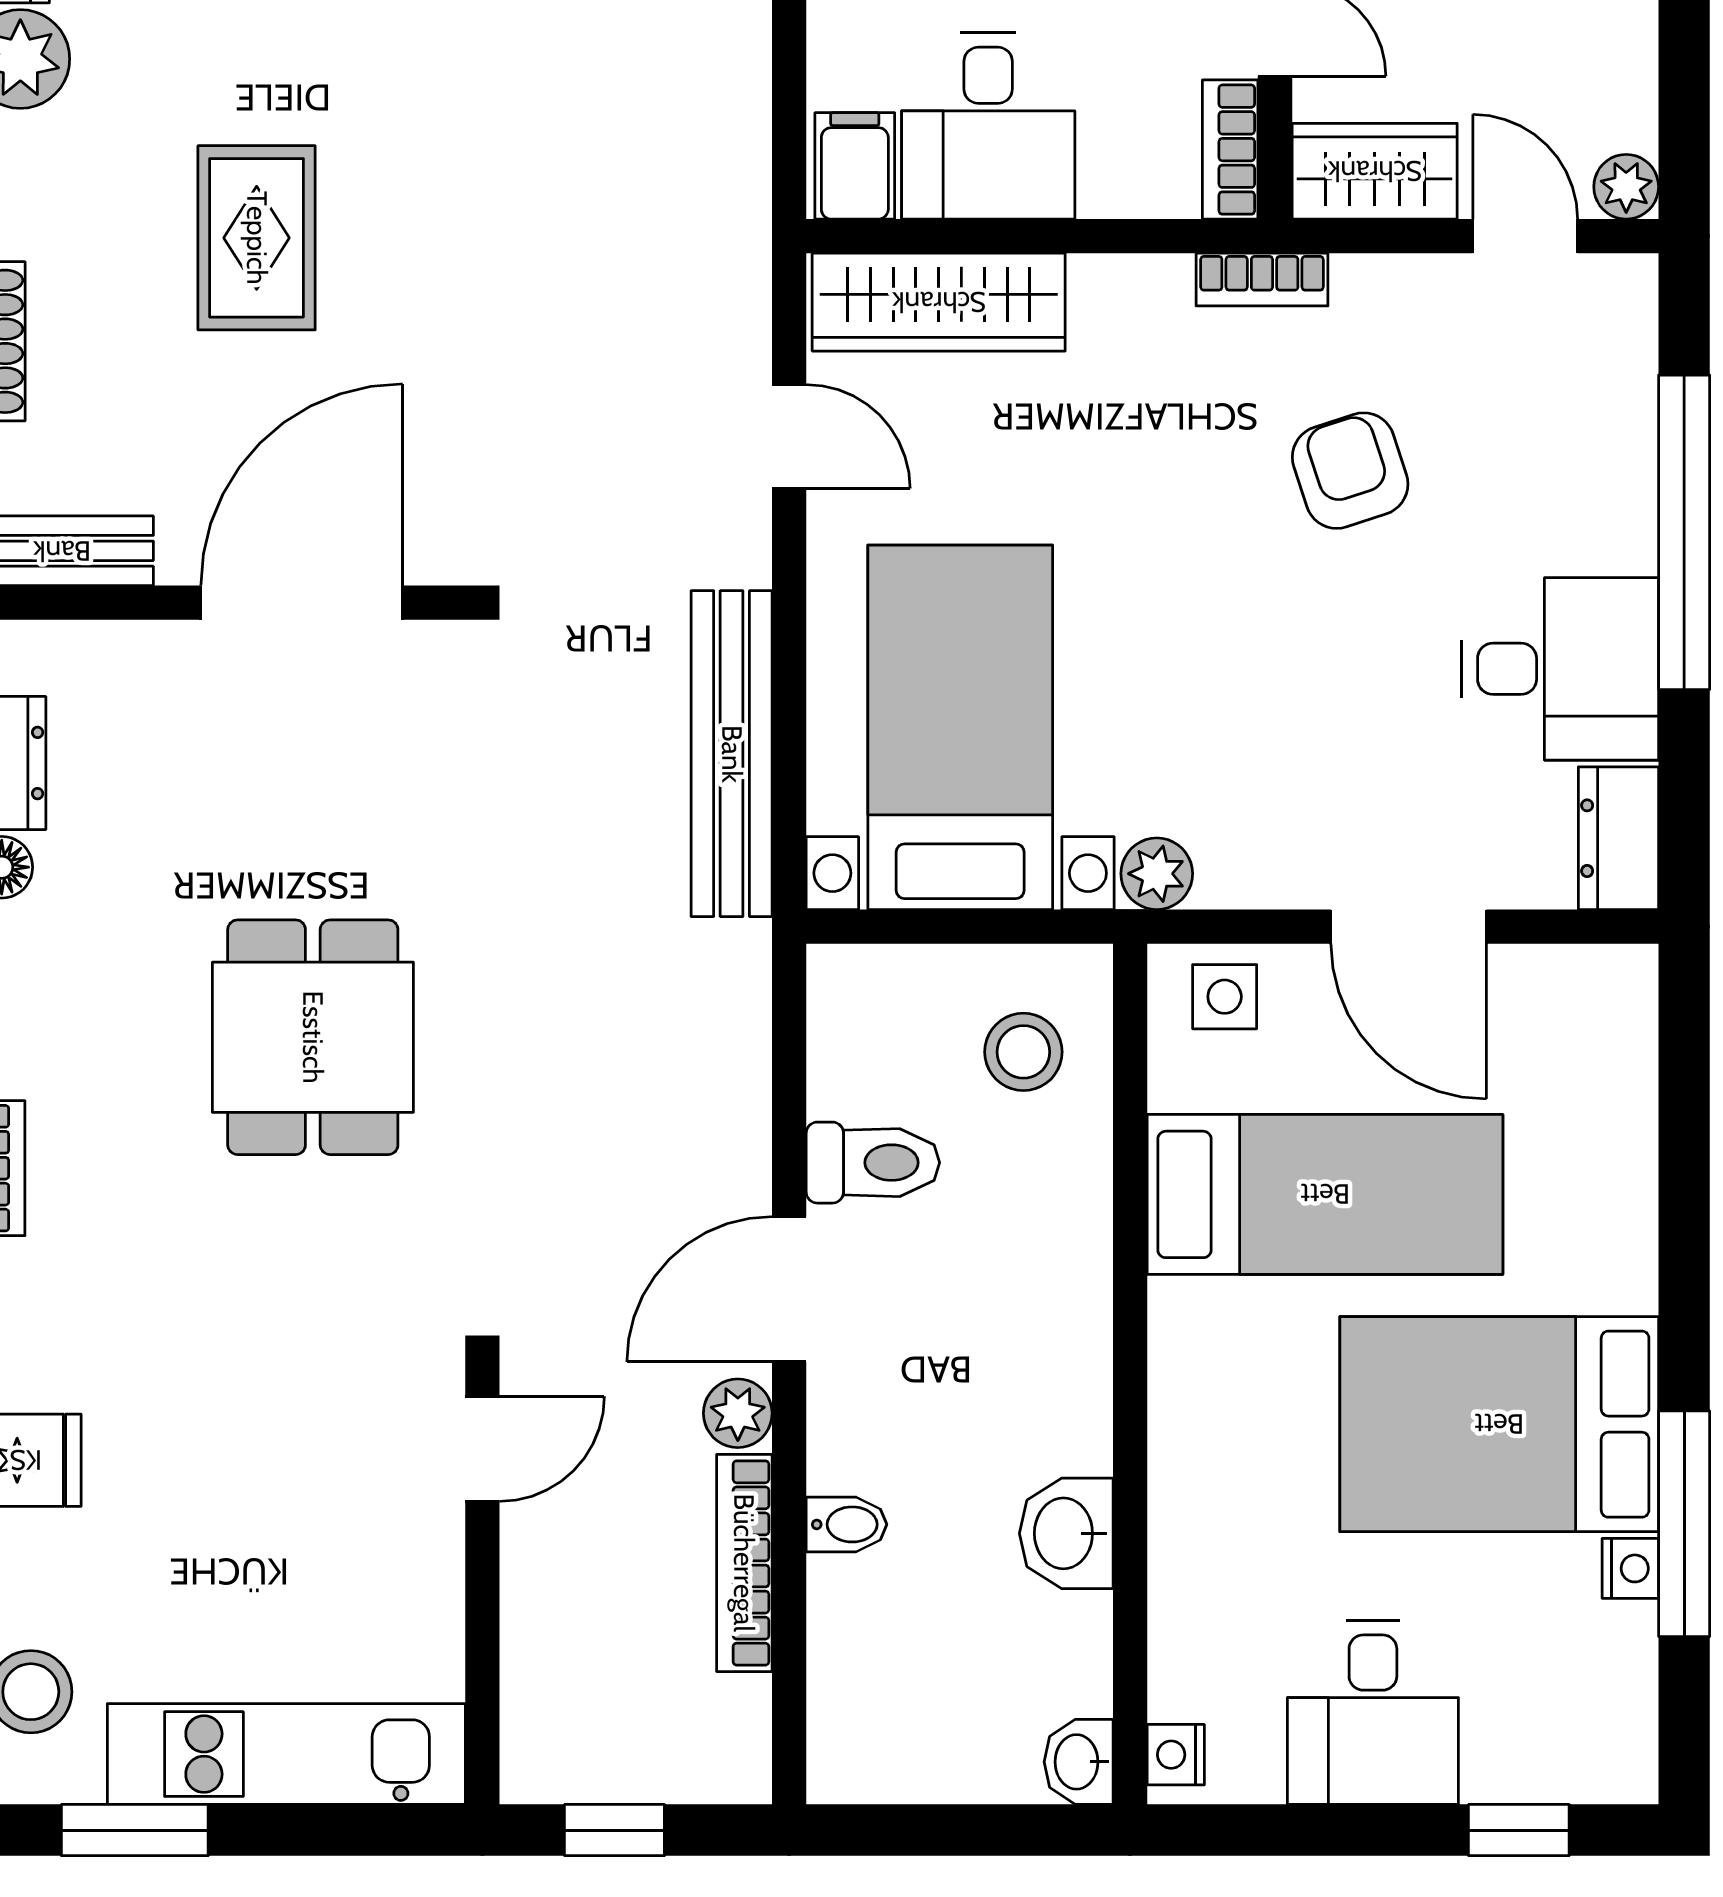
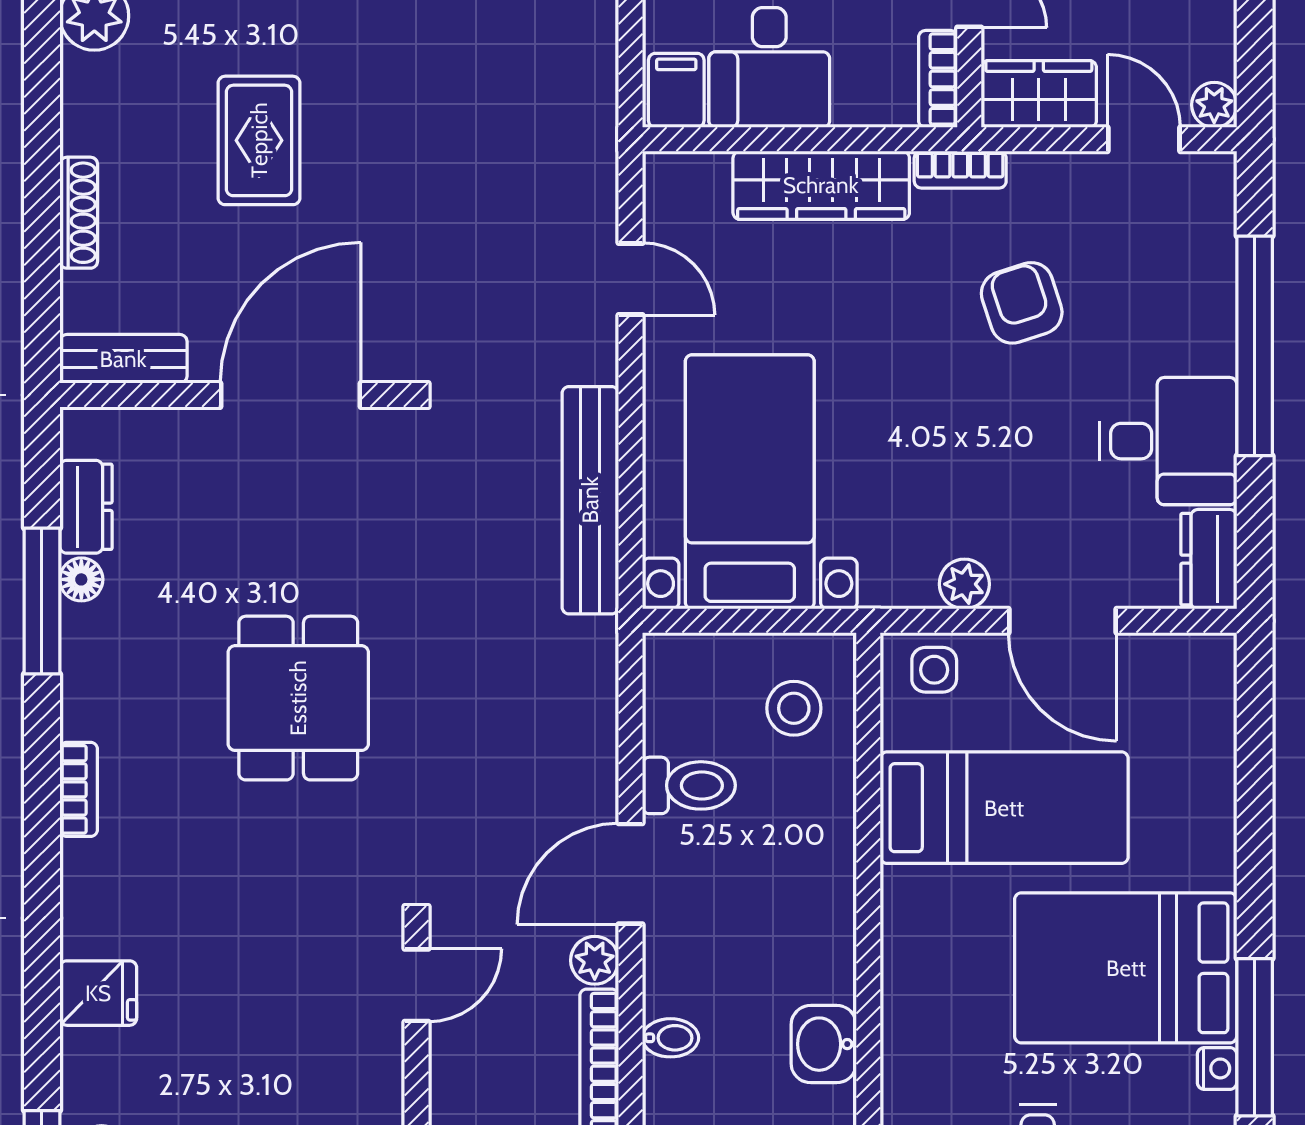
wardrobe: (939, 302) -> (821, 185), moved
plant: (1157, 874) -> (964, 584), moved

